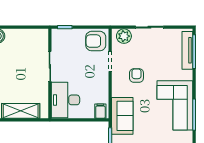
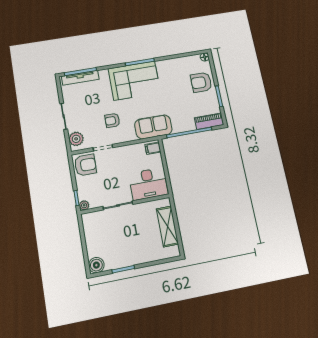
plant: (56, 33) -> (84, 205), added
armchair: (96, 41) -> (85, 165), turned -90

